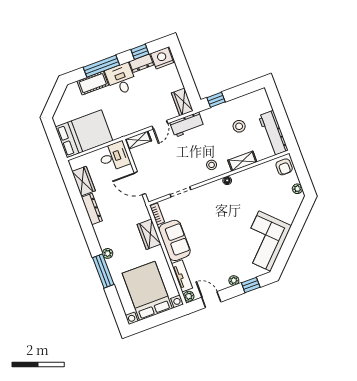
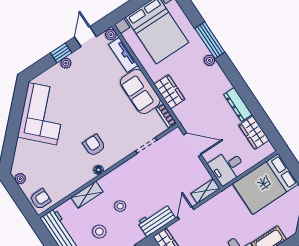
stool: (212, 165) -> (120, 206), moved
armchair: (284, 167) -> (40, 199), turned 90
armchair: (226, 203) -> (94, 145), added
window: (251, 285) -> (61, 53), moved
door: (211, 300) -> (85, 37), swing flipped

